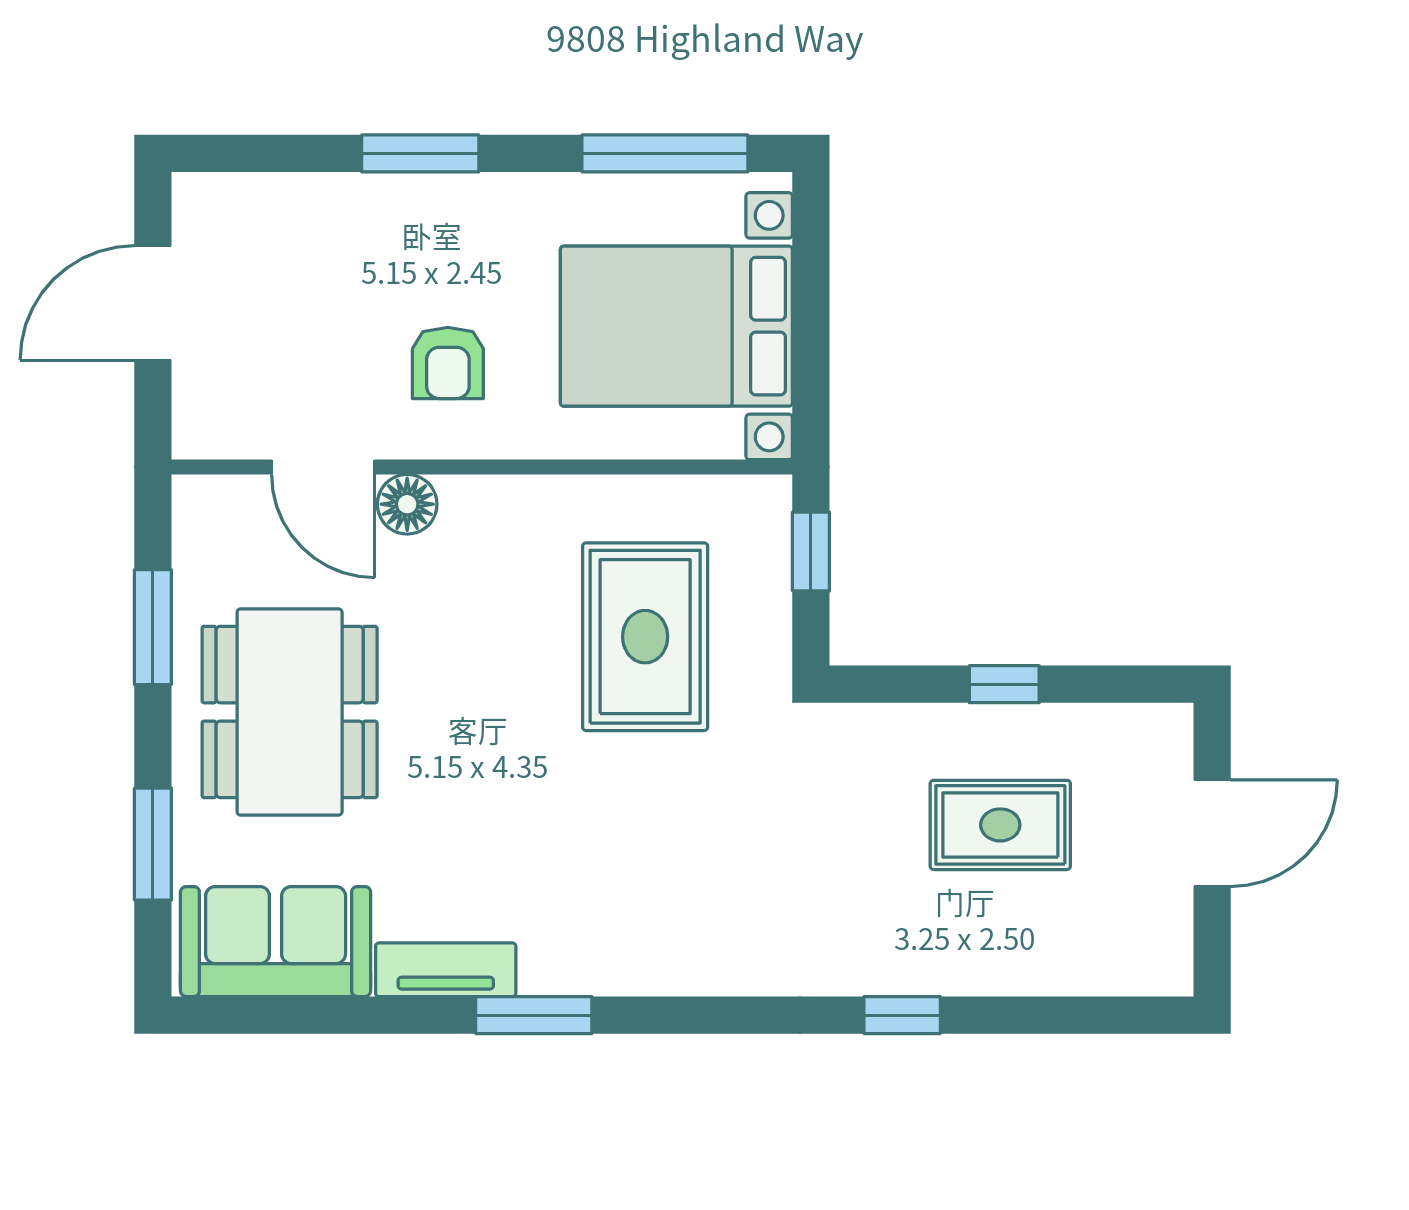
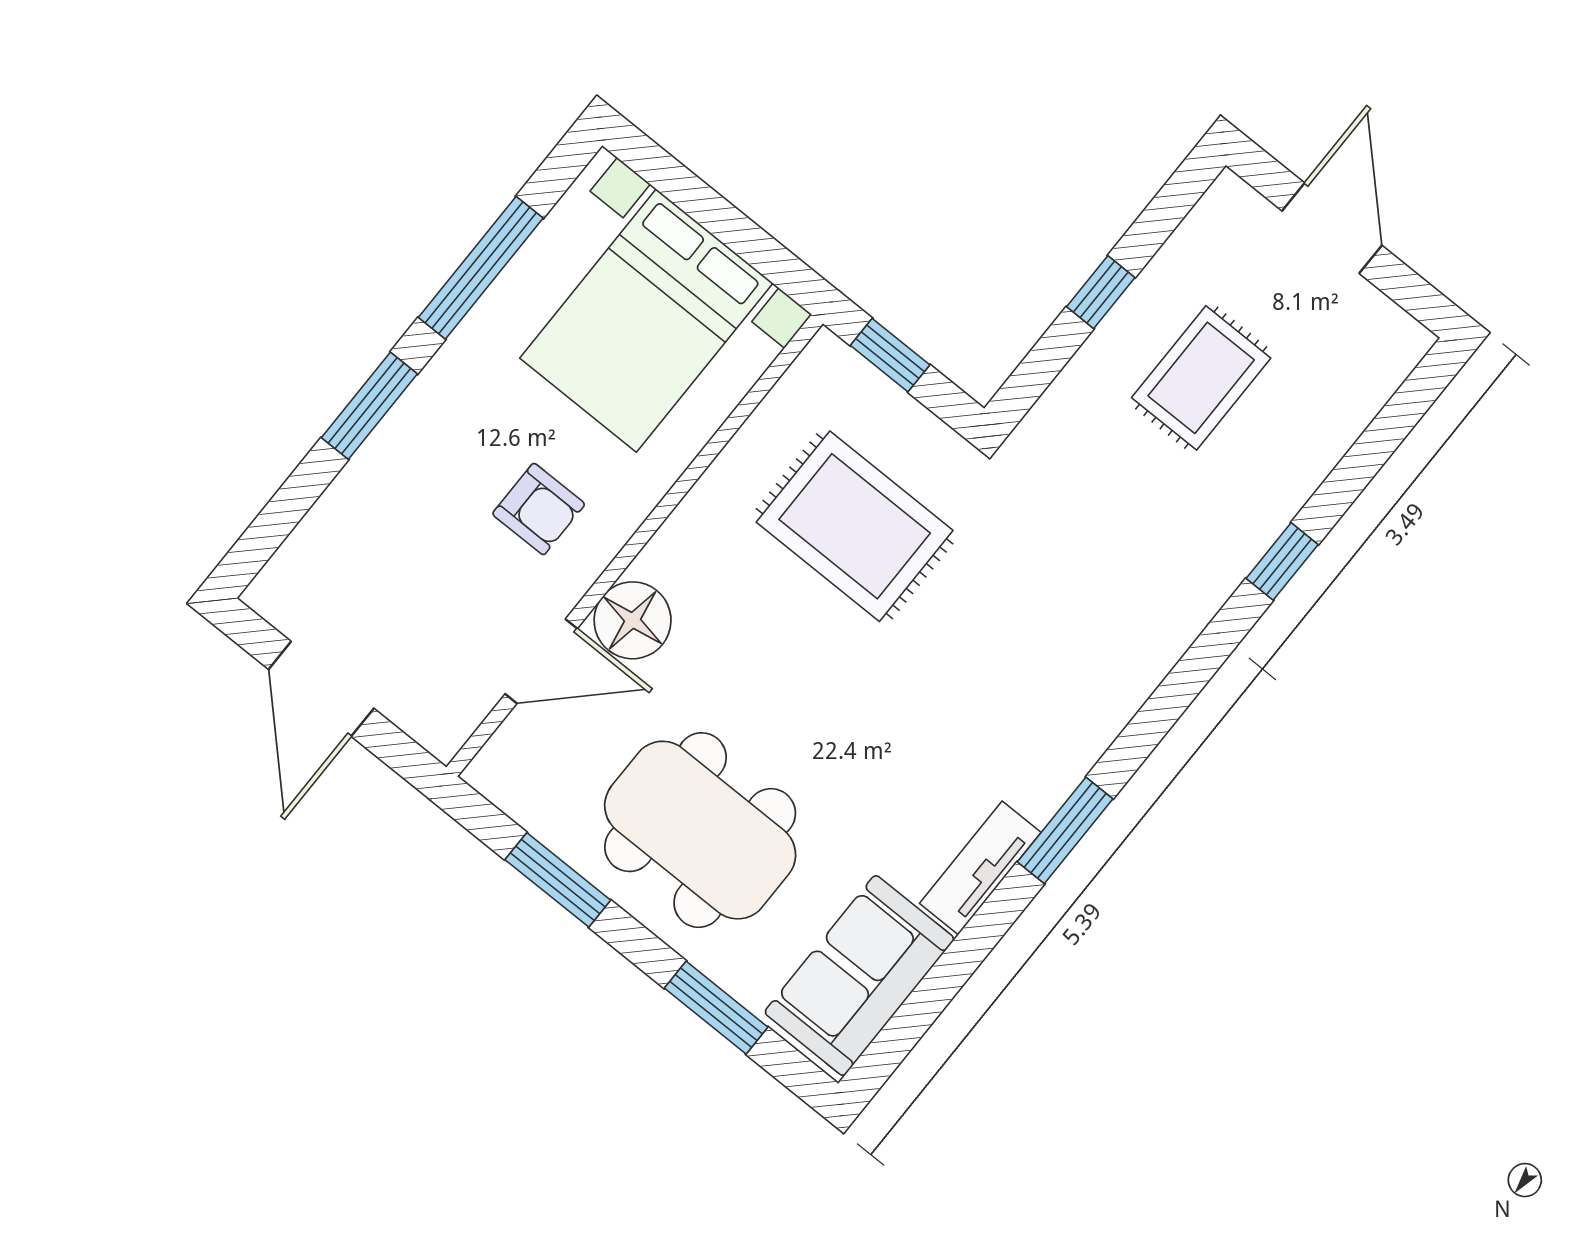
window: (665, 153) -> (481, 268), moved
floor lamp: (407, 504) -> (633, 620), width x1.38, depth x1.38

